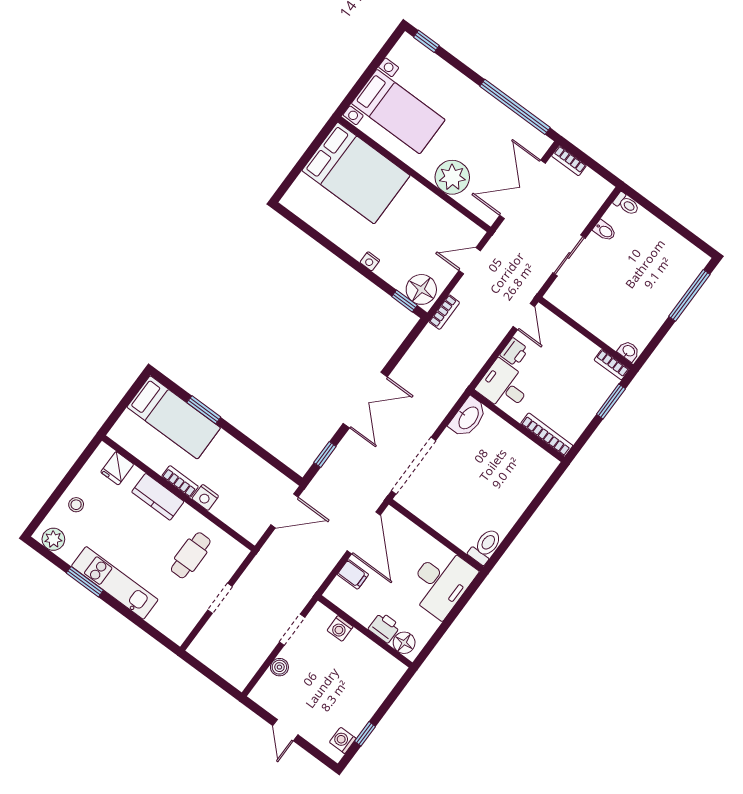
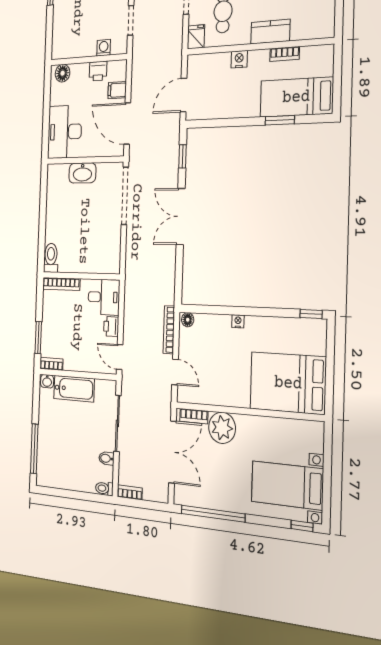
bed with nightstands: (398, 112) -> (287, 485), moved
bookcase: (569, 161) -> (130, 492), moved
bookcase: (476, 207) -> (194, 416), added
sliding door: (569, 255) -> (117, 423), width x1.37
door: (470, 261) -> (175, 372), hinge flipped
floor lamp: (421, 289) -> (188, 320), width x0.53, depth x0.53
window: (404, 301) -> (311, 314), moved
bookcase: (444, 312) -> (169, 330), width x1.56
bathtub: (600, 322) -> (74, 389), added
washbasin: (468, 417) -> (82, 173), moved, turned -90
fridge: (117, 468) -> (196, 37), moved
bookcase: (180, 481) -> (285, 54), moved
toilet: (485, 546) -> (51, 258), moved, turned 180
printer: (384, 627) -> (98, 71), moved

